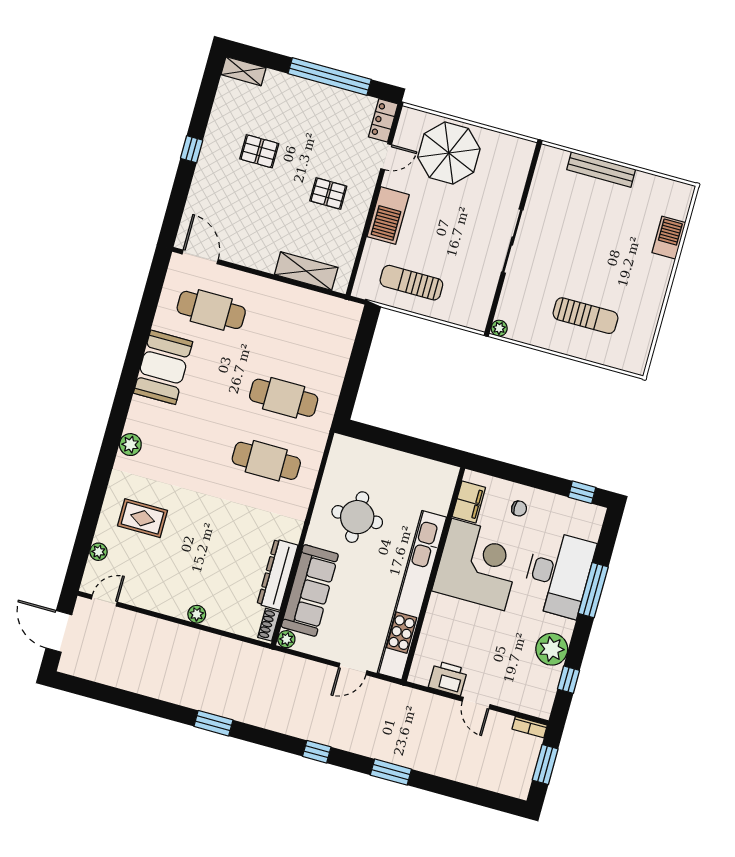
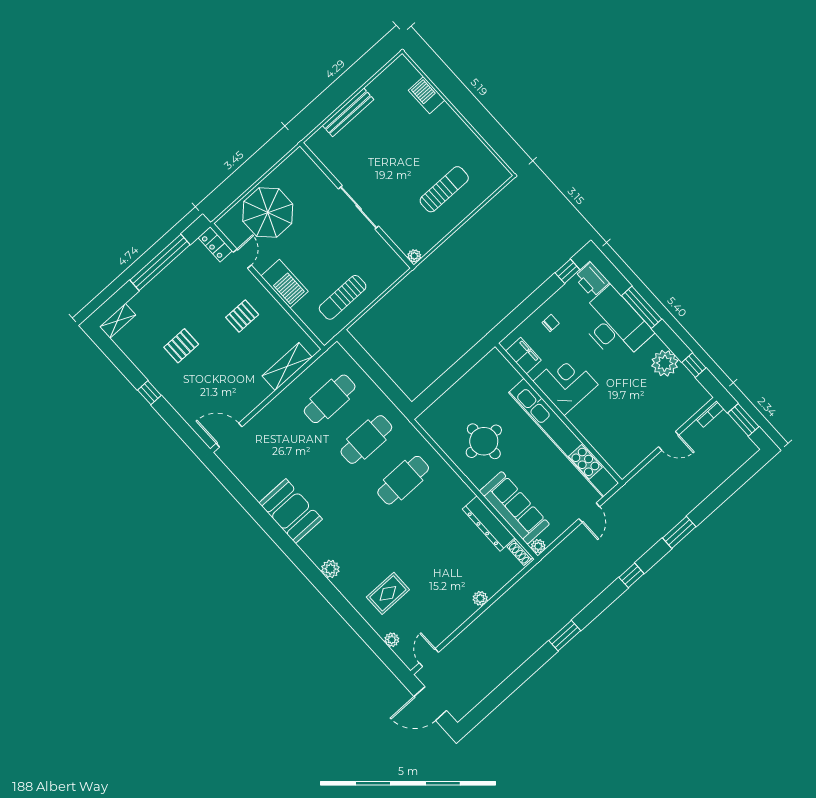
cafe table: (211, 310) -> (330, 399), moved
corner desk: (478, 565) -> (565, 383), width x0.74, depth x0.74
printer: (448, 678) -> (592, 280), moved, turned -90

